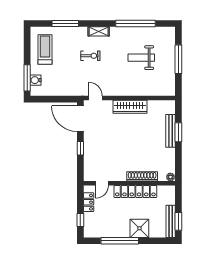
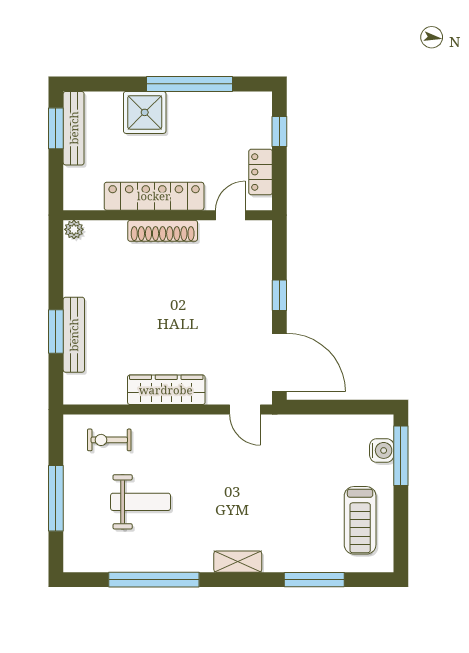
exercise bike: (90, 56) -> (109, 440), moved
shoe rack: (142, 176) -> (163, 231), moved

